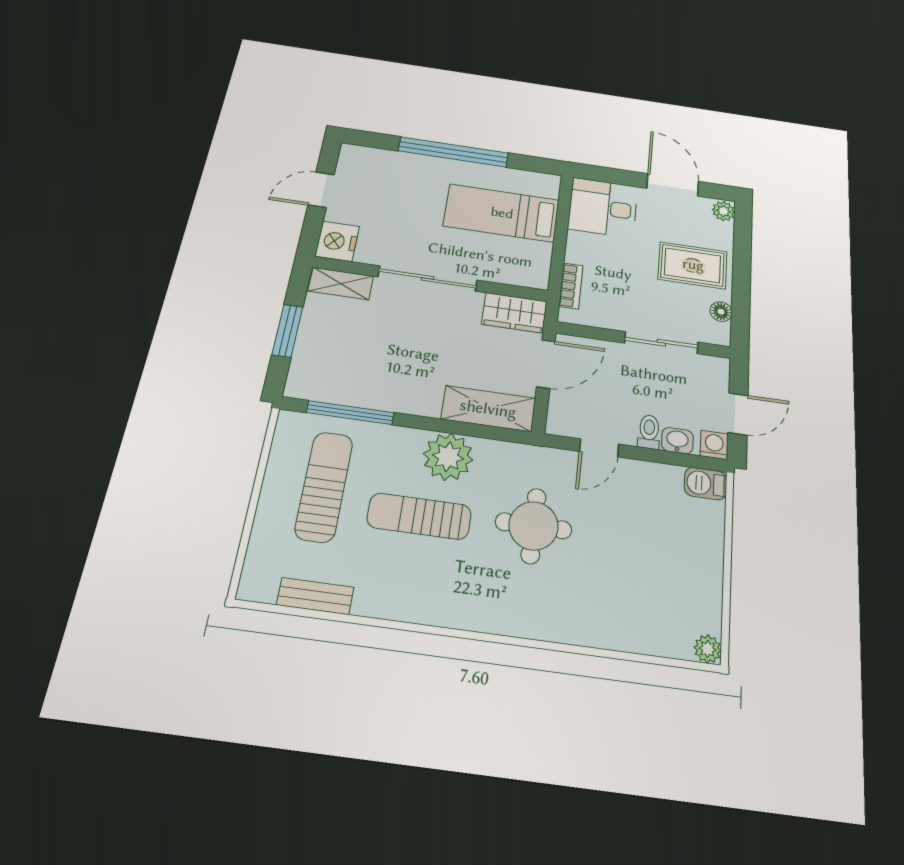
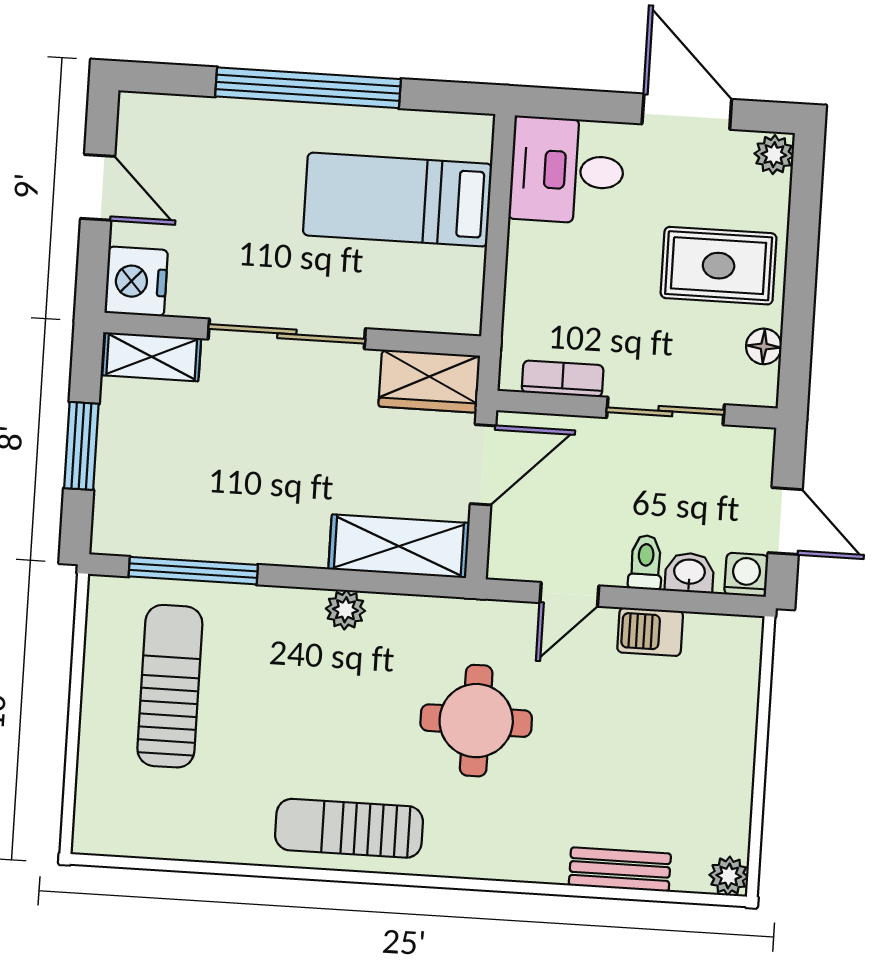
door: (321, 190) -> (98, 187), swing flipped
bookcase: (571, 286) -> (563, 379), moved, turned -90
door: (738, 414) -> (785, 521), hinge flipped
plant: (448, 457) -> (345, 610), width x0.53, depth x0.53
barbecue: (706, 484) -> (650, 632), moved
sun lounger: (419, 516) -> (349, 828), moved
bench: (315, 596) -> (620, 869), moved

